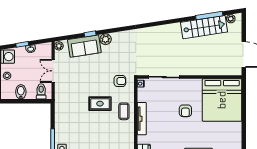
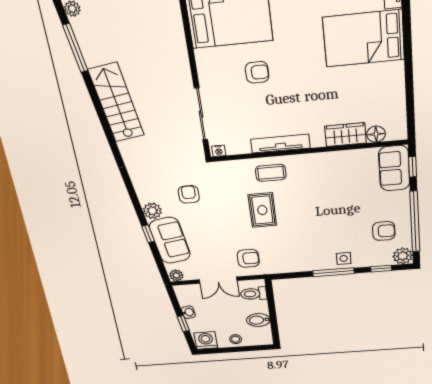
stairs: (204, 27) -> (116, 103), moved
armchair: (120, 81) -> (189, 194), moved
armchair: (67, 91) -> (248, 258), added

